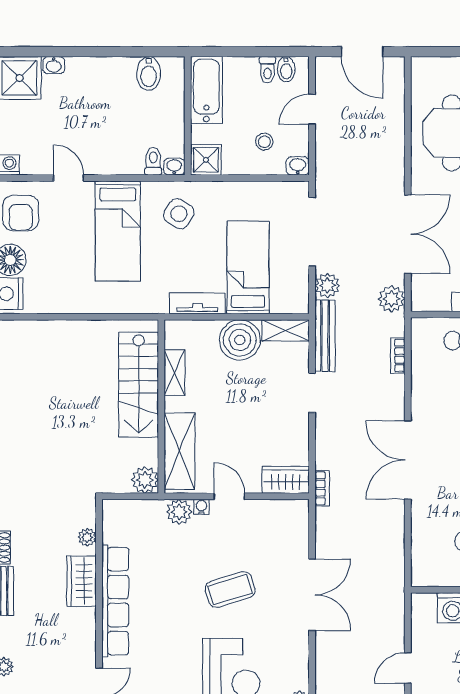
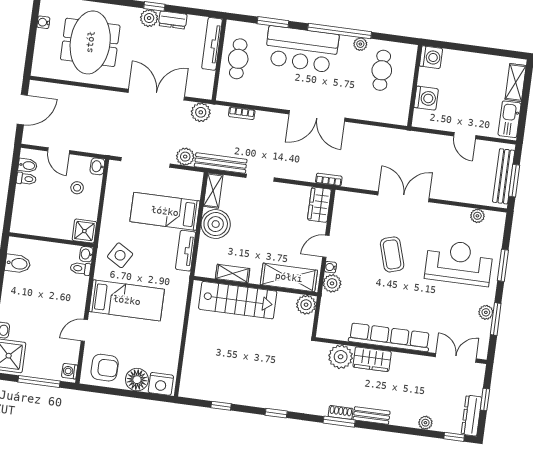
bathtub: (206, 90) -> (35, 224), removed
plant: (87, 537) -> (341, 357), width x1.87, depth x1.87

